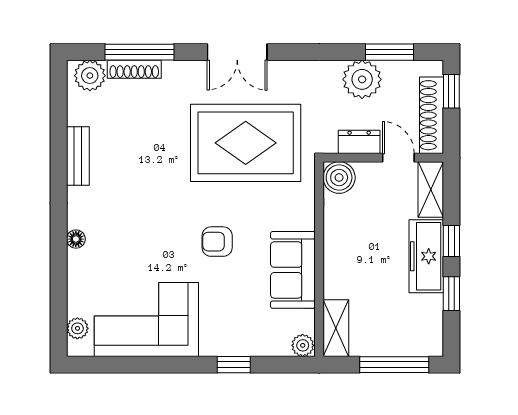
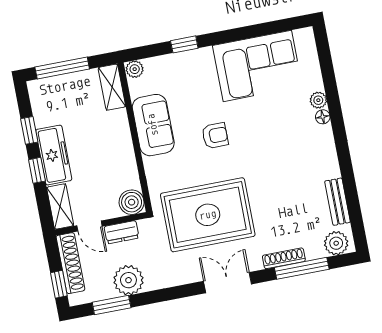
shoe rack: (134, 69) -> (284, 258), moved
bench: (78, 156) -> (338, 202), moved
plant: (77, 328) -> (318, 100), moved

